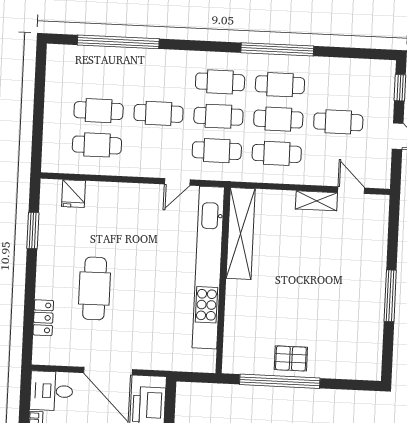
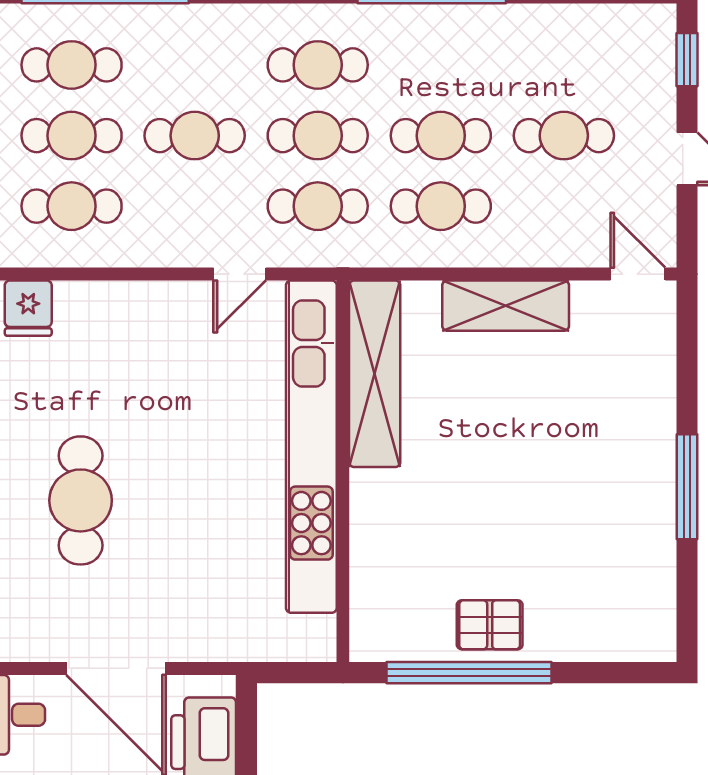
cafe table: (280, 85) -> (72, 65), moved
door: (351, 190) -> (638, 274), moved
shelving: (316, 201) -> (506, 306), width x1.50, depth x1.33

